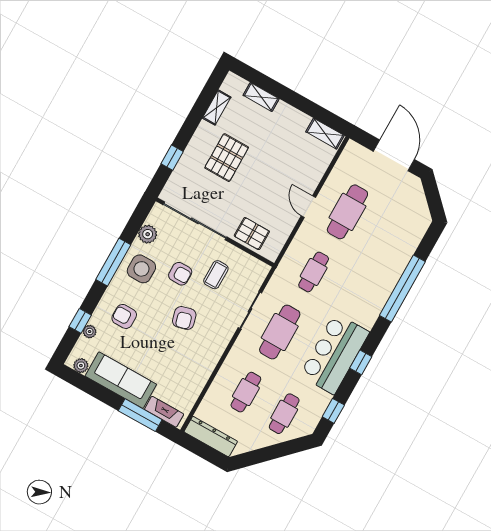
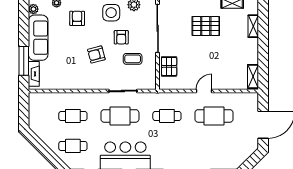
dresser: (211, 437) -> (35, 110), removed

